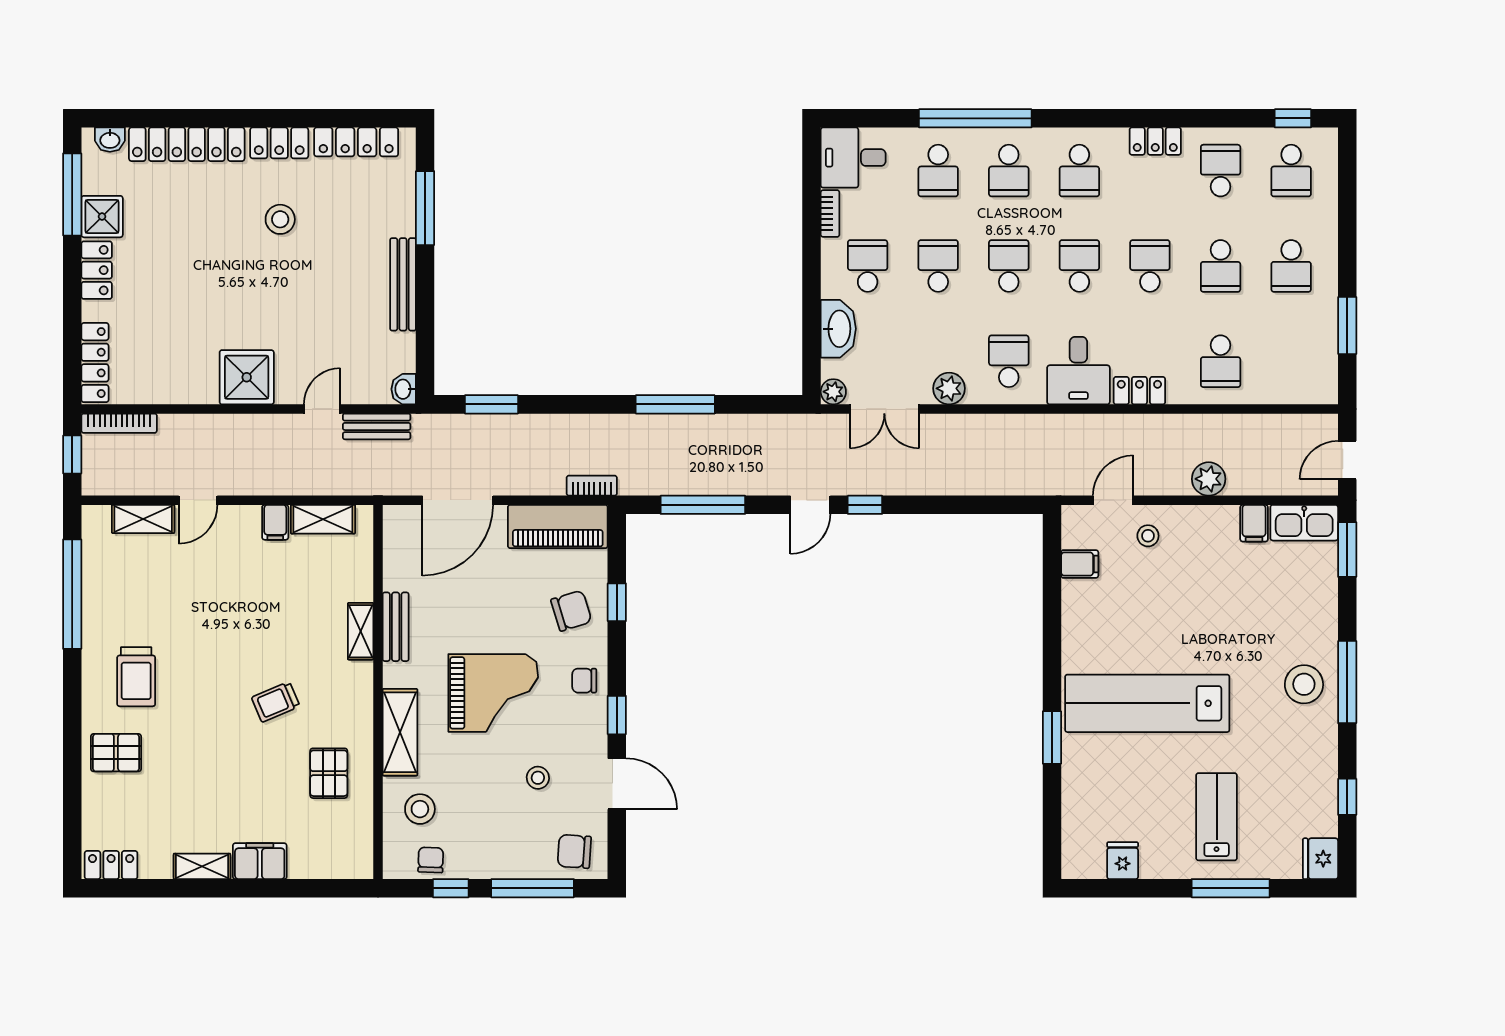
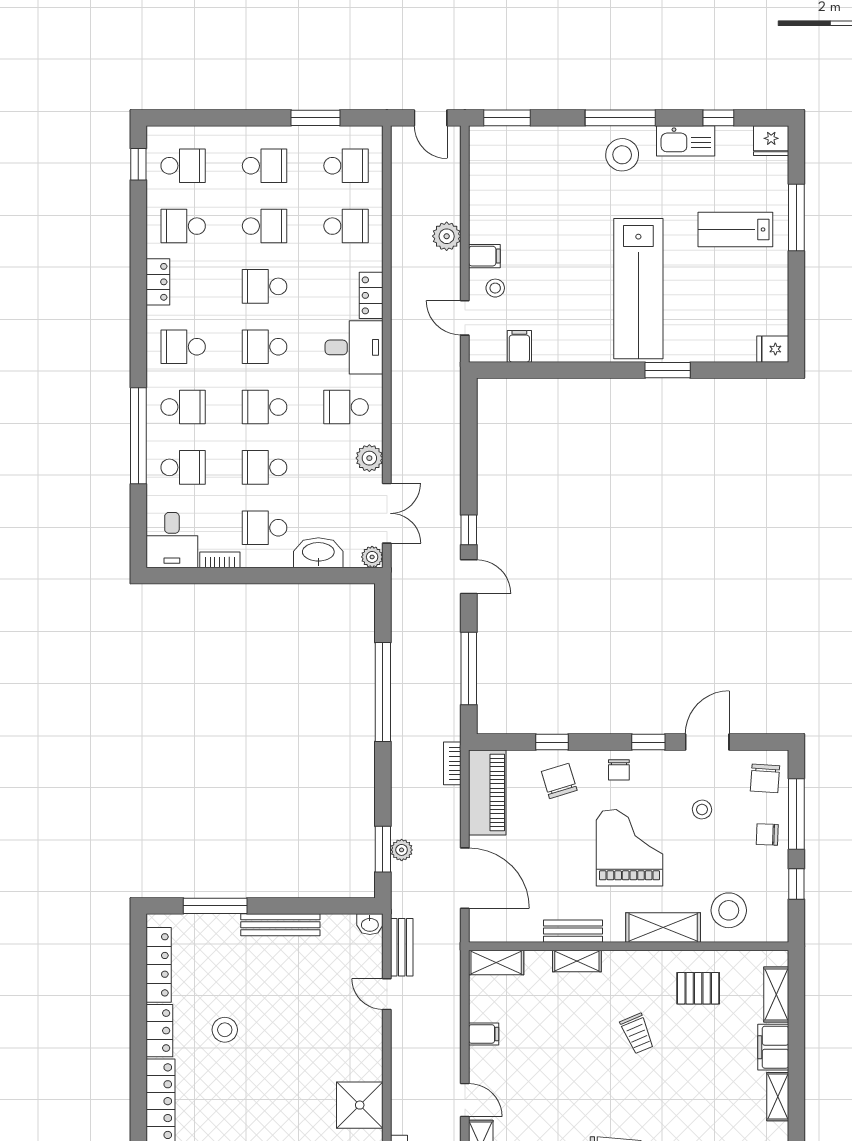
school desk: (1079, 171) -> (183, 347), turned 180
school desk: (1291, 361) -> (346, 166), added
shower: (247, 377) -> (360, 1105), moved
window: (675, 404) -> (383, 692), width x1.46
plant: (491, 426) -> (402, 850), added
shelving: (323, 519) -> (496, 962), moved, turned 90
filing cabinet: (1254, 523) -> (484, 256), moved
kitchen sink: (1304, 523) -> (686, 141), moved, turned 90
stool: (420, 809) -> (729, 910), width x1.38, depth x1.38
chair: (431, 860) -> (767, 834), moved
fridge: (1123, 861) -> (773, 349), moved
shelving: (321, 865) -> (776, 995), added

